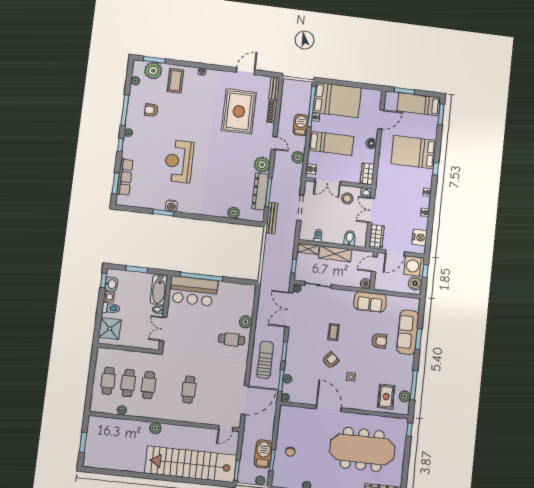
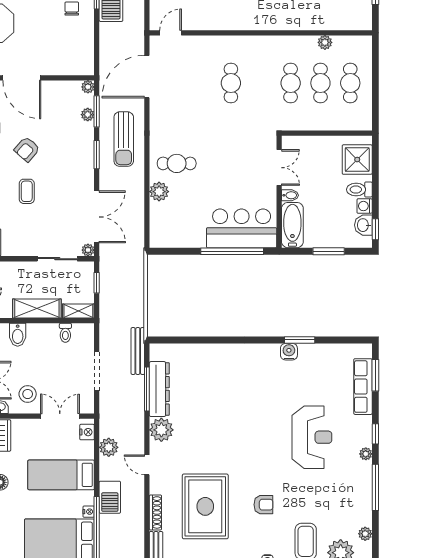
armchair: (151, 110) -> (263, 505), moved
reception desk: (179, 161) -> (312, 437), moved
plant: (234, 213) -> (195, 352), removed
plant: (155, 428) -> (273, 22), removed

